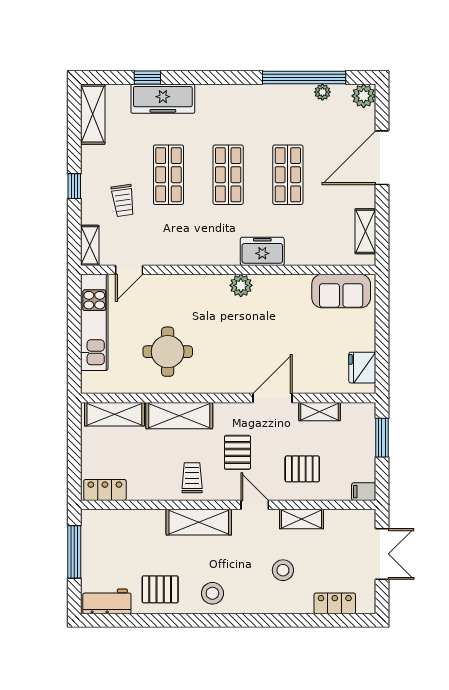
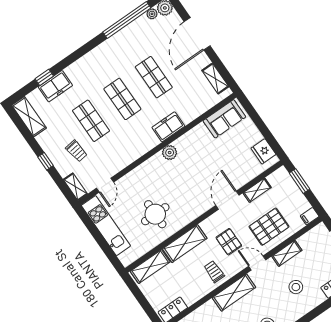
plant: (322, 92) -> (152, 14), moved
freezer: (163, 99) -> (55, 86), width x0.71
pallet: (302, 469) -> (269, 227), width x1.50, depth x1.42

